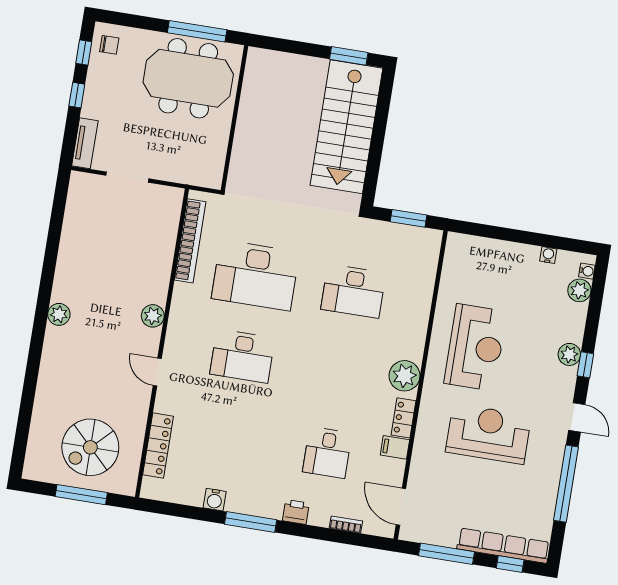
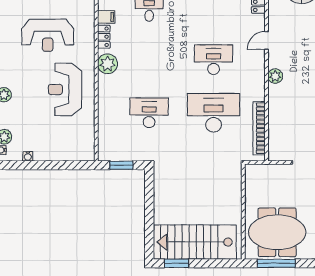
stairs: (346, 127) -> (195, 242), moved, turned -90
door: (157, 372) -> (266, 41), swing flipped

